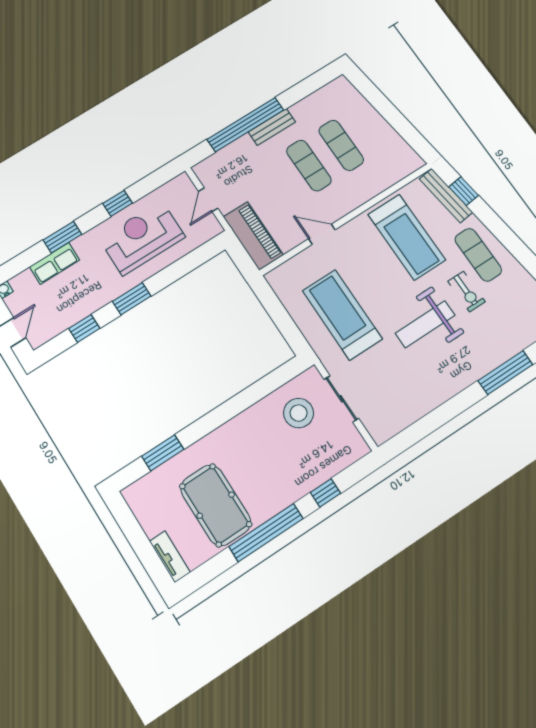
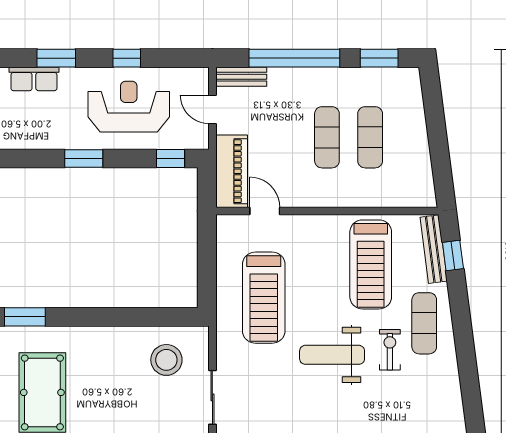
window: (309, 86) -> (379, 58), added
bench: (272, 127) -> (241, 77), moved
door: (208, 200) -> (212, 109), hinge flipped
door: (322, 234) -> (265, 211), moved
exercise bike: (467, 292) -> (390, 350), turned 180
treadmill: (342, 315) -> (264, 298), turned 180
window: (84, 328) -> (170, 158), moved
sliding door: (341, 399) -> (212, 397), moved

